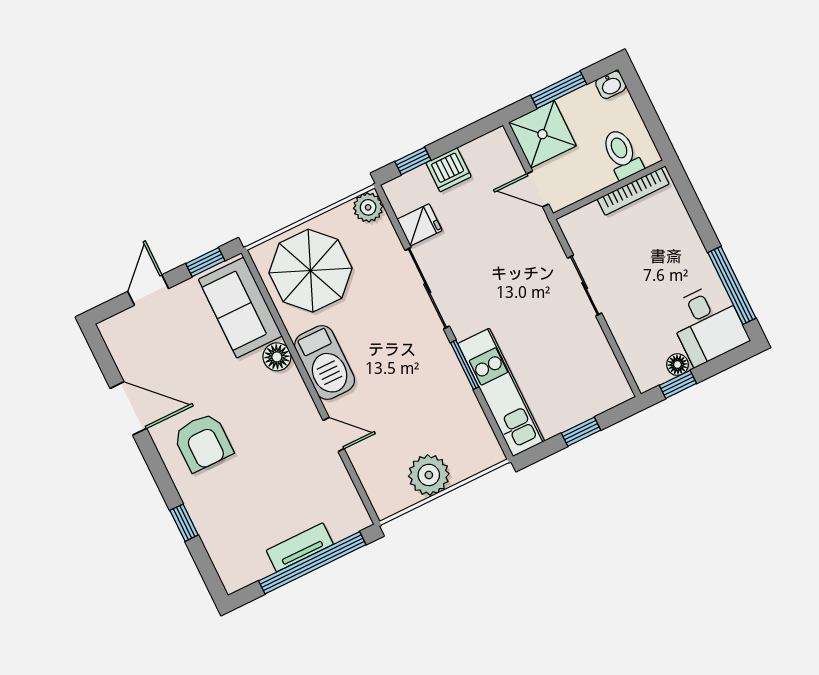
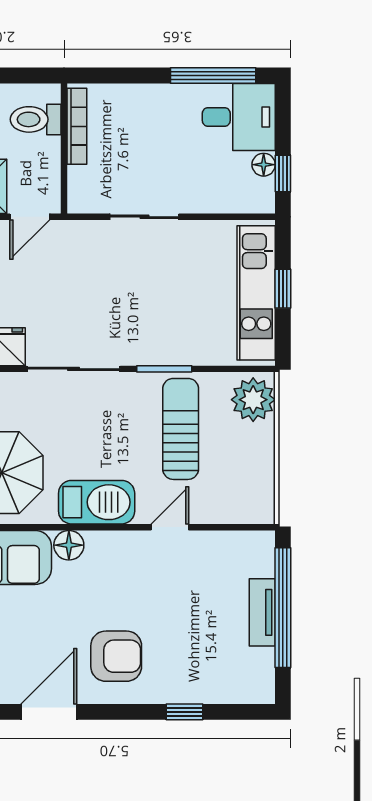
kitchen unit: (501, 392) -> (256, 293), moved, turned -90
sun lounger: (421, 403) -> (181, 429), added
plant: (429, 475) -> (253, 400), moved

